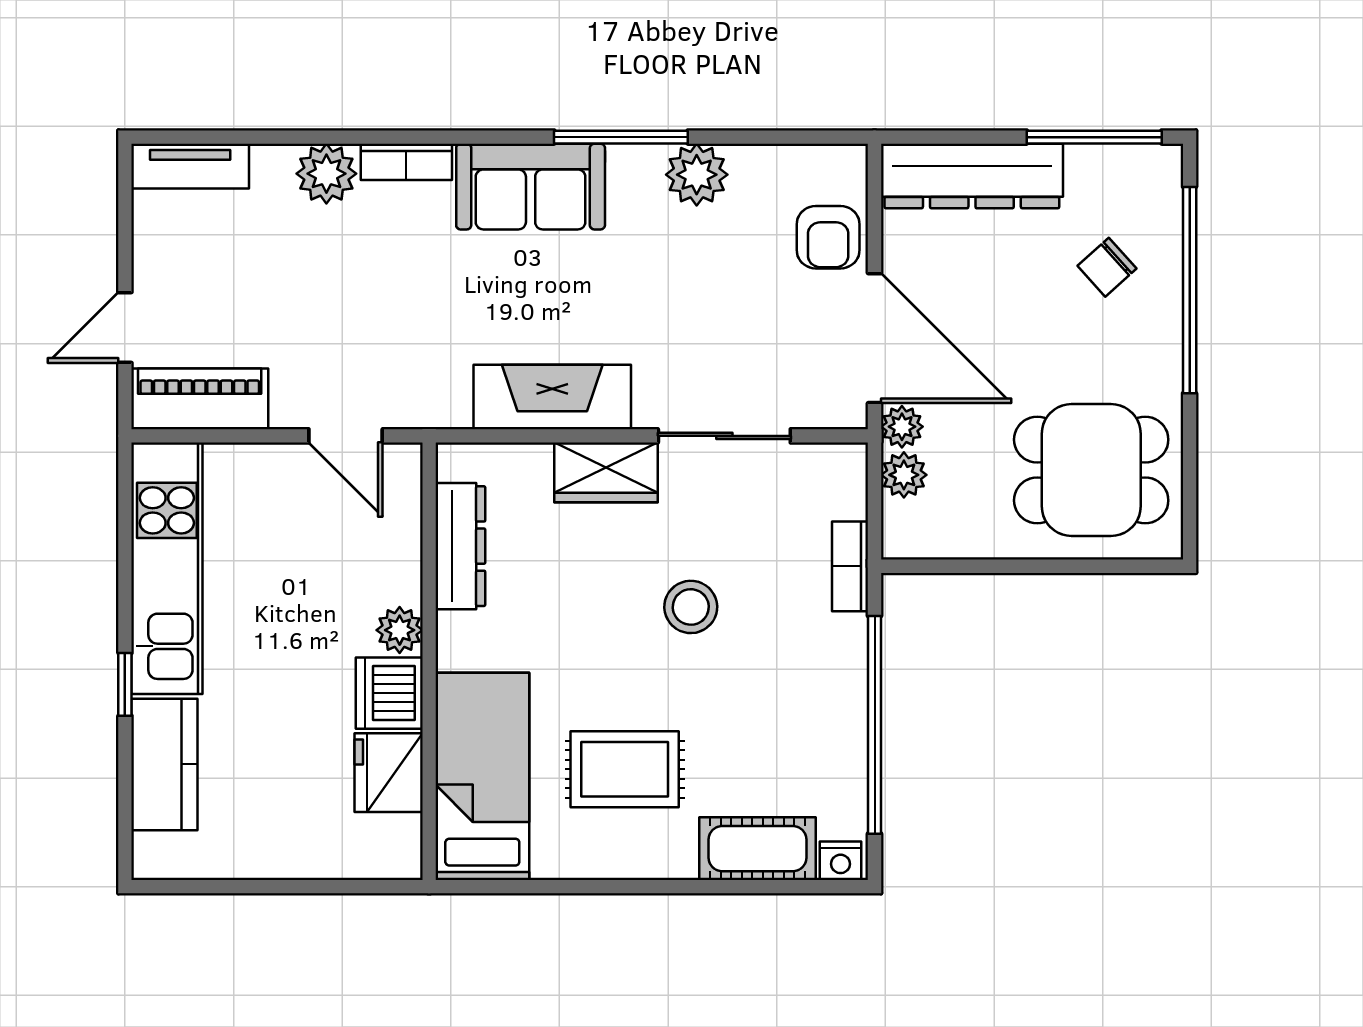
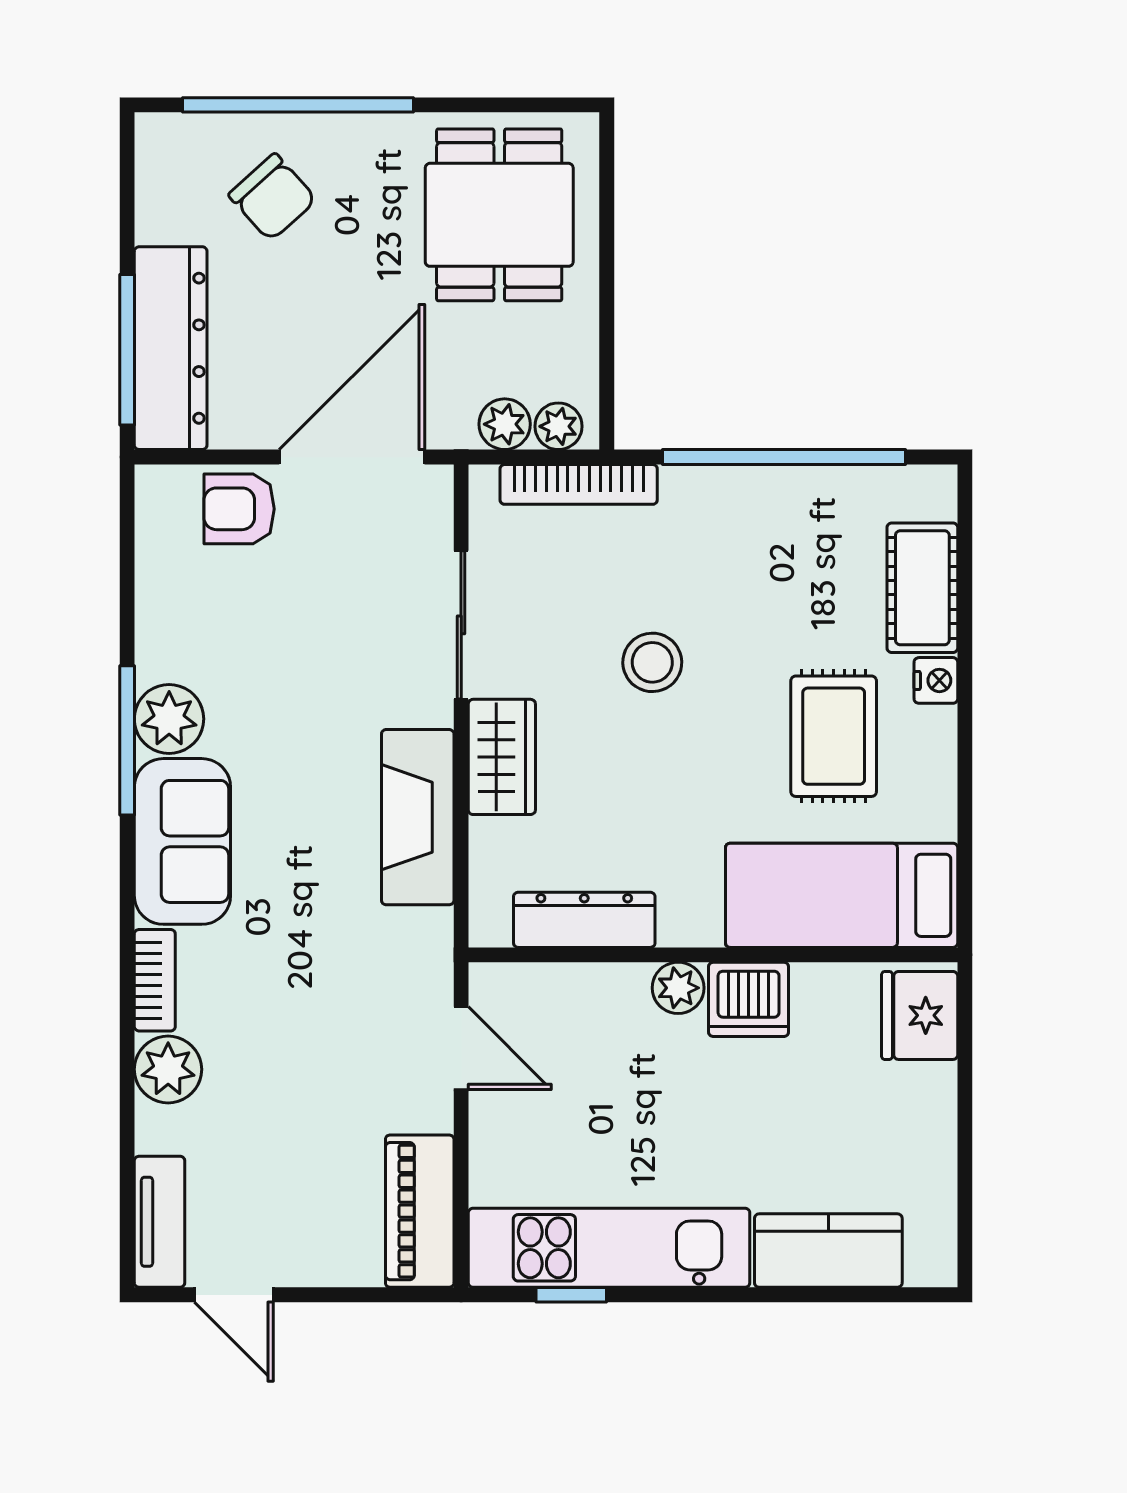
window: (1094, 137) -> (127, 350), moved
plant: (697, 175) -> (169, 719), moved
armchair: (828, 237) -> (239, 509), turned 180
chair: (1107, 267) -> (273, 197), width x1.37, depth x1.37
door: (125, 328) -> (234, 1295), moved
plant: (902, 427) -> (558, 426), moved
door: (346, 436) -> (461, 1048), hinge flipped
bookcase: (850, 566) -> (579, 484), width x1.56
window: (125, 684) -> (571, 1295), moved
fridge: (389, 773) -> (920, 1015), moved, turned 90
nightstand: (841, 861) -> (936, 680), moved

